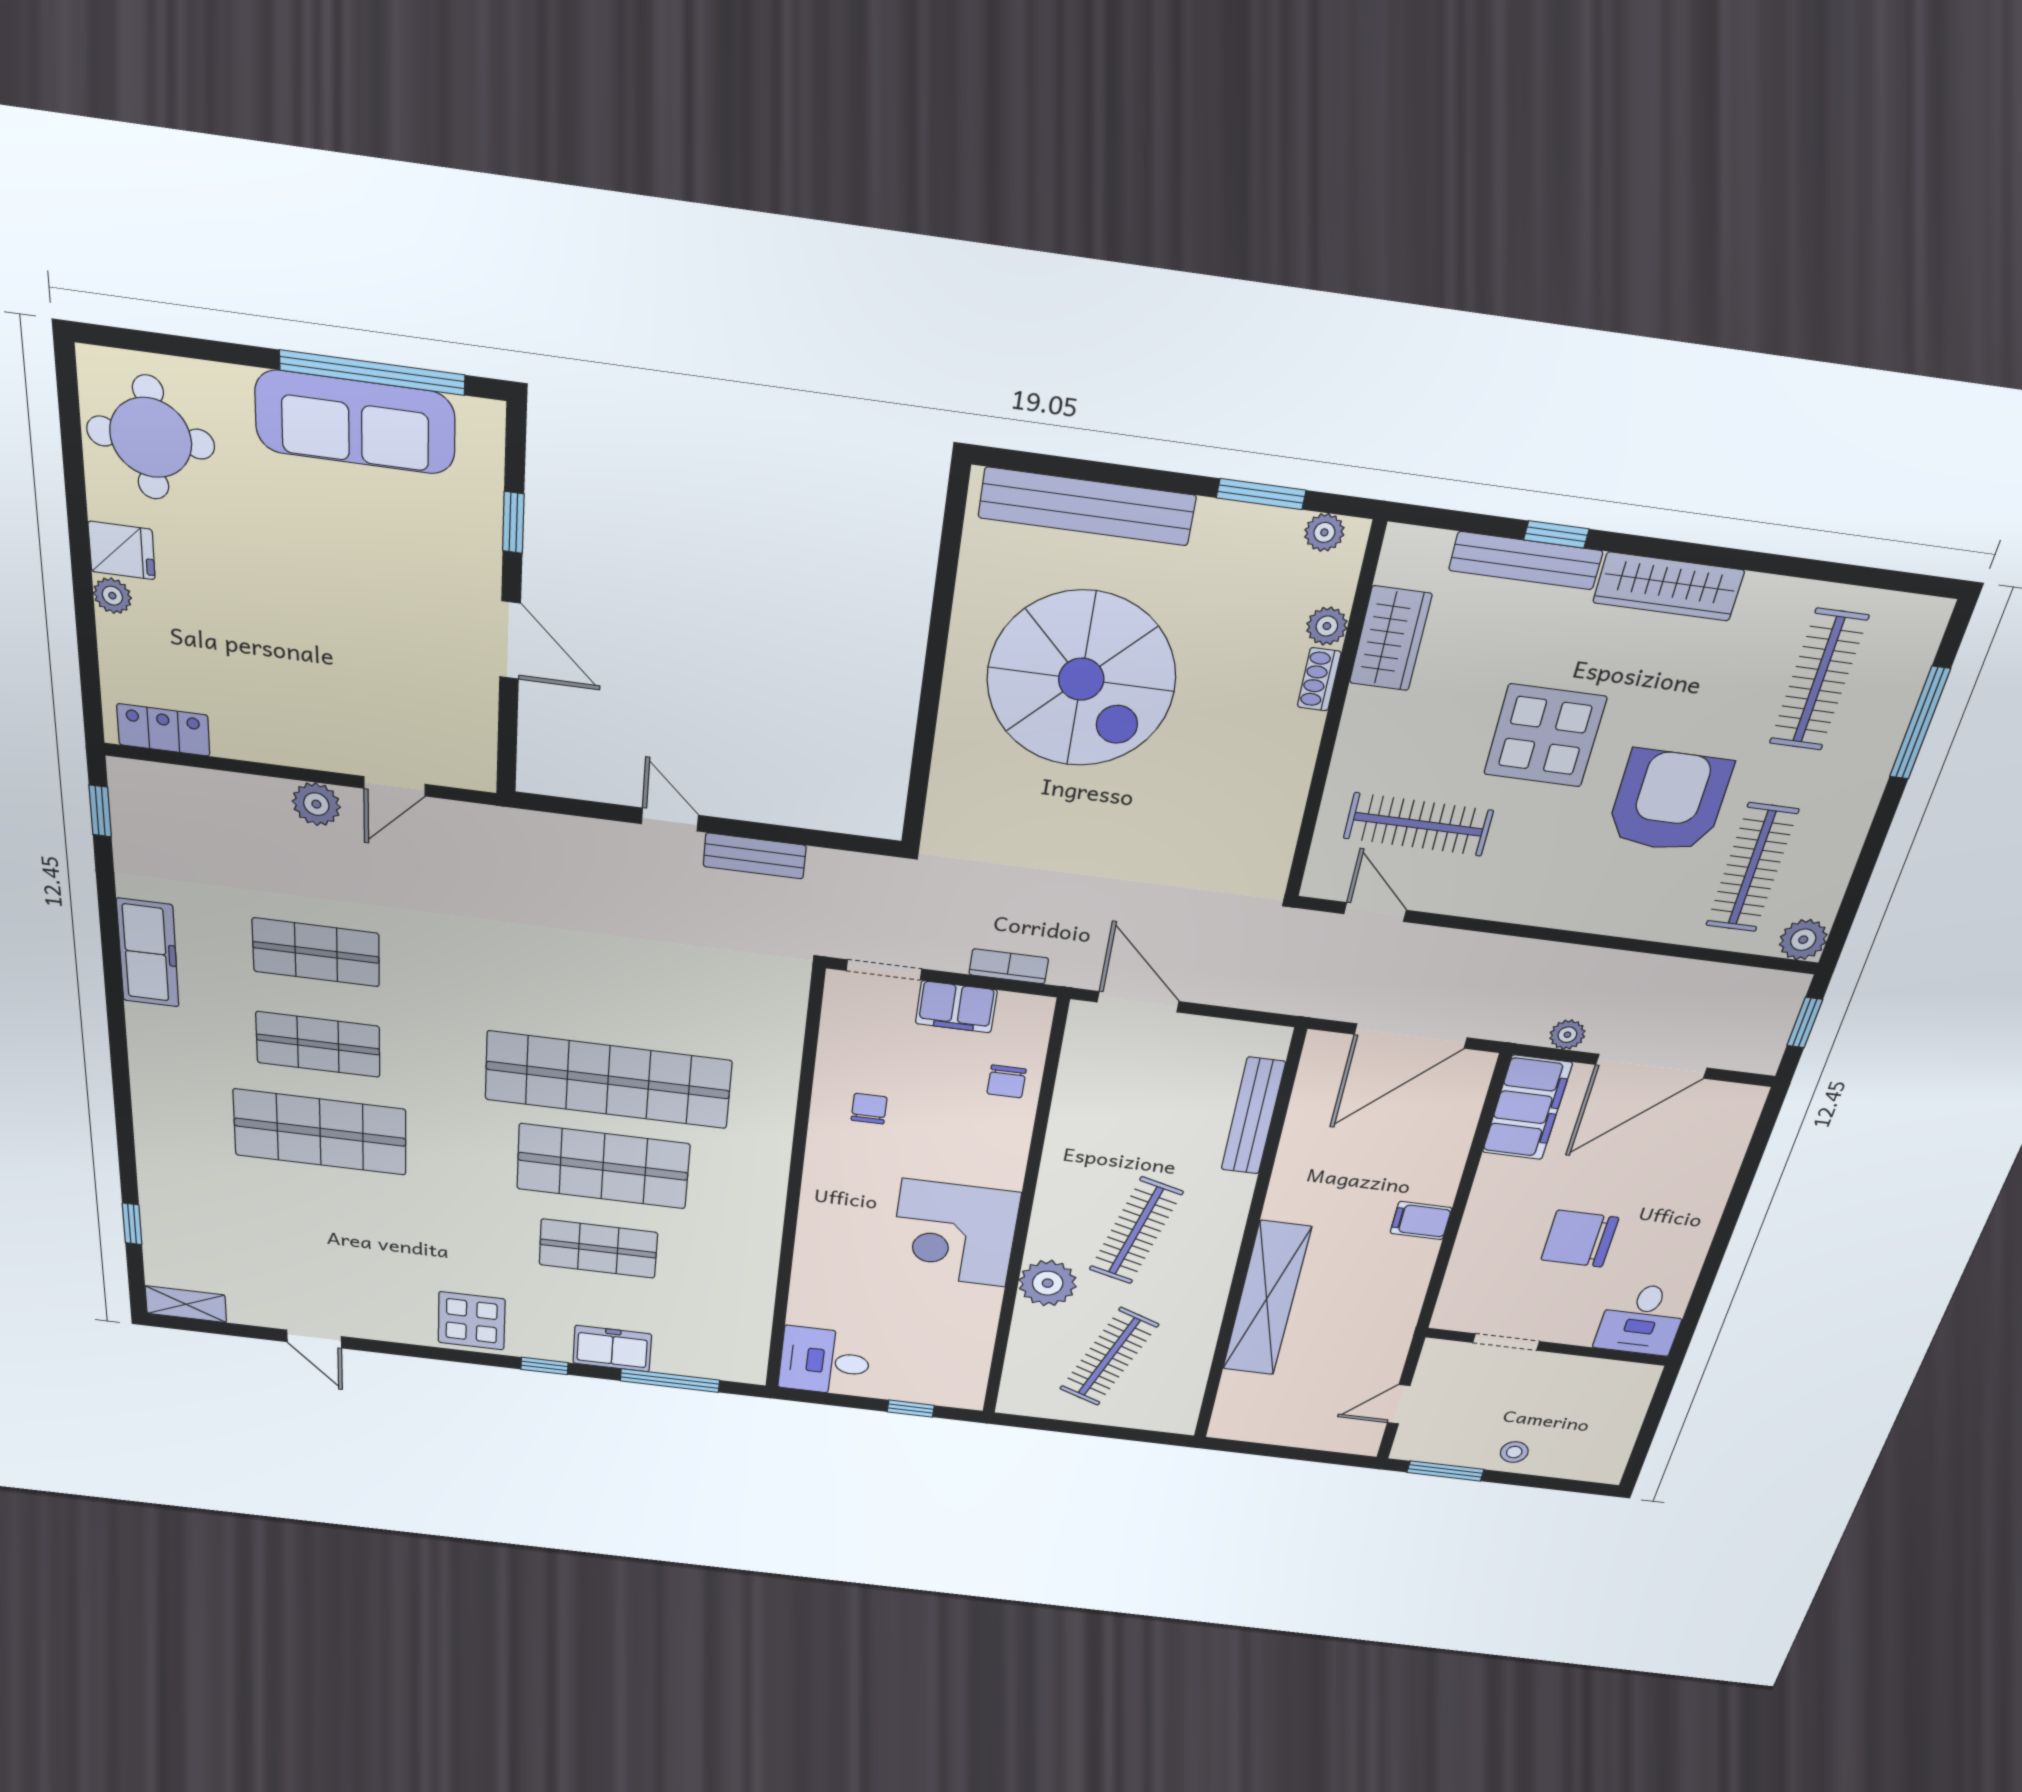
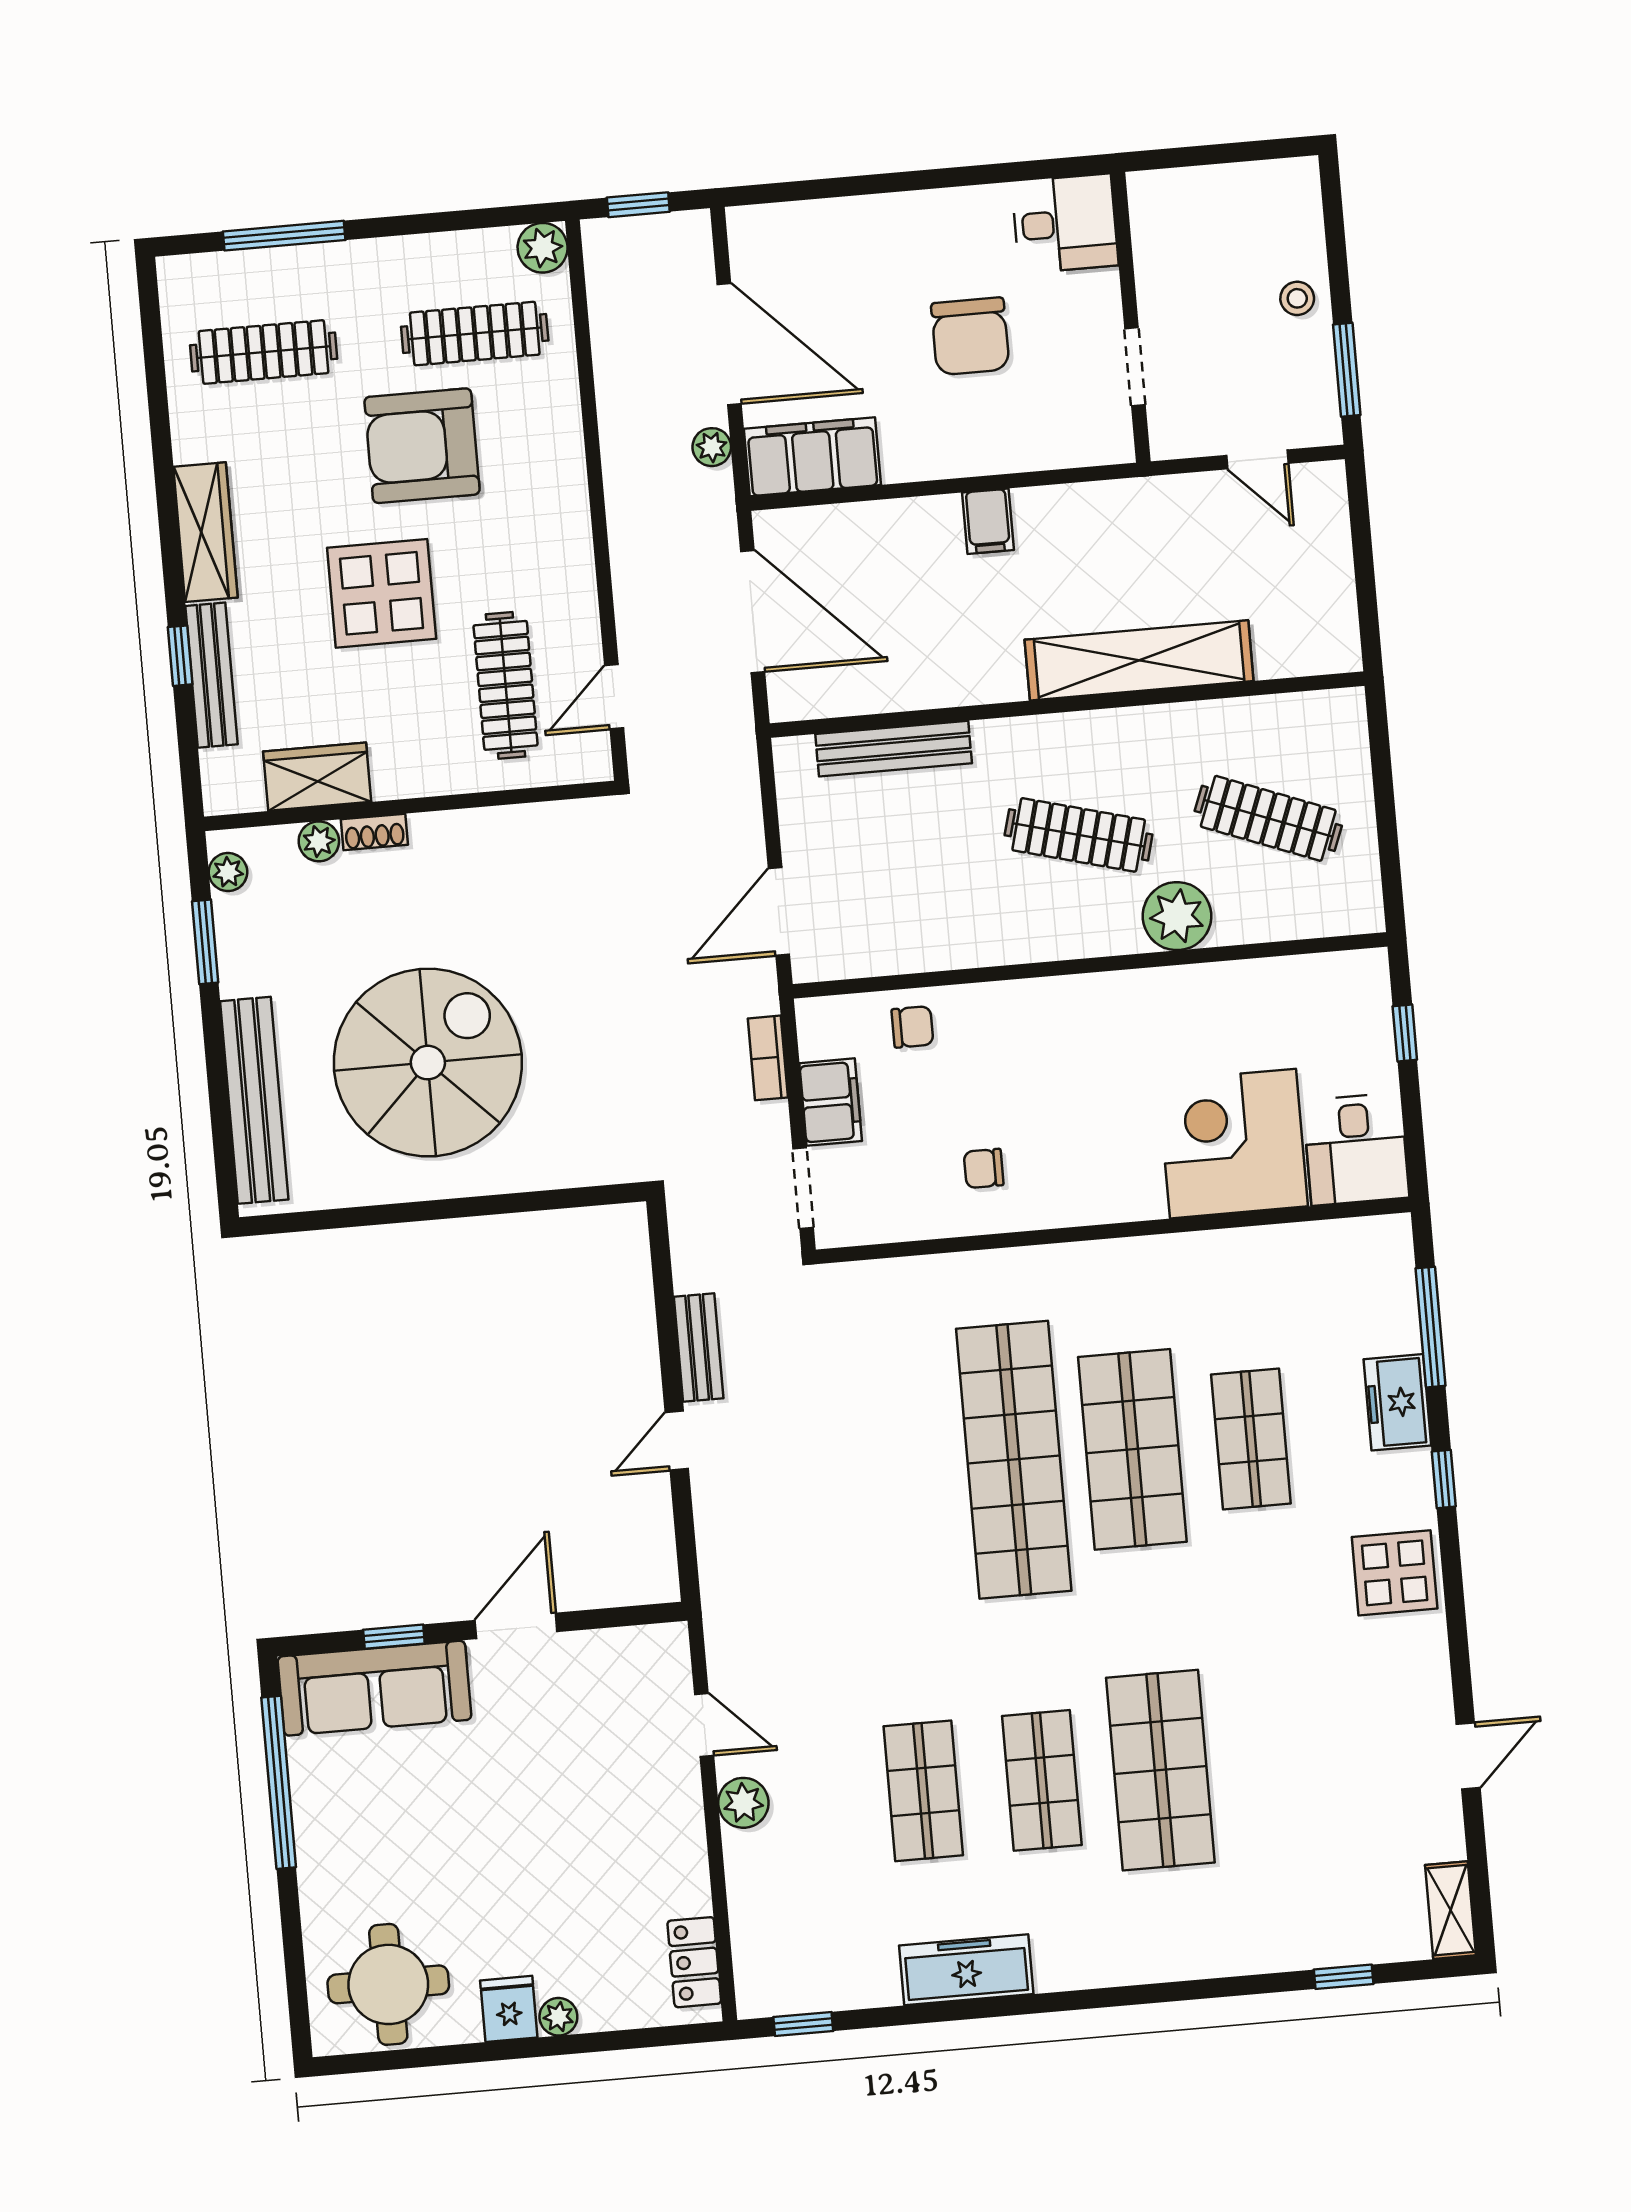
sofa: (355, 422) -> (374, 1688), moved, turned 90
corner desk: (954, 1233) -> (1233, 1144), moved, turned 180

